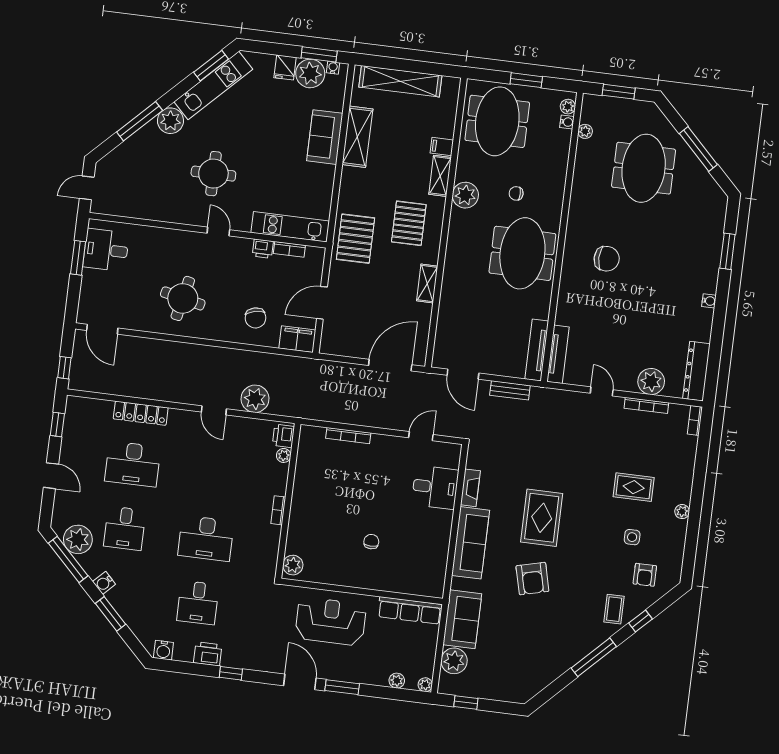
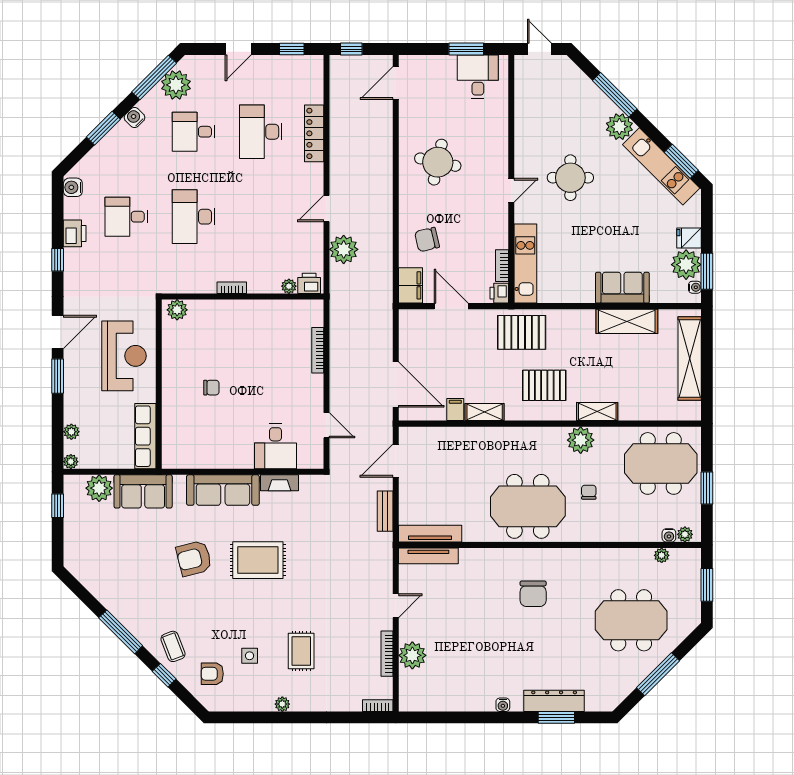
filing cabinet: (442, 147) -> (455, 410), moved
printer: (263, 249) -> (499, 293), moved
dresser: (696, 371) -> (554, 701), moved
coffee table: (614, 609) -> (173, 646), turned 69

